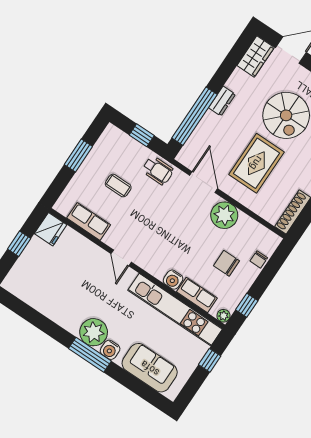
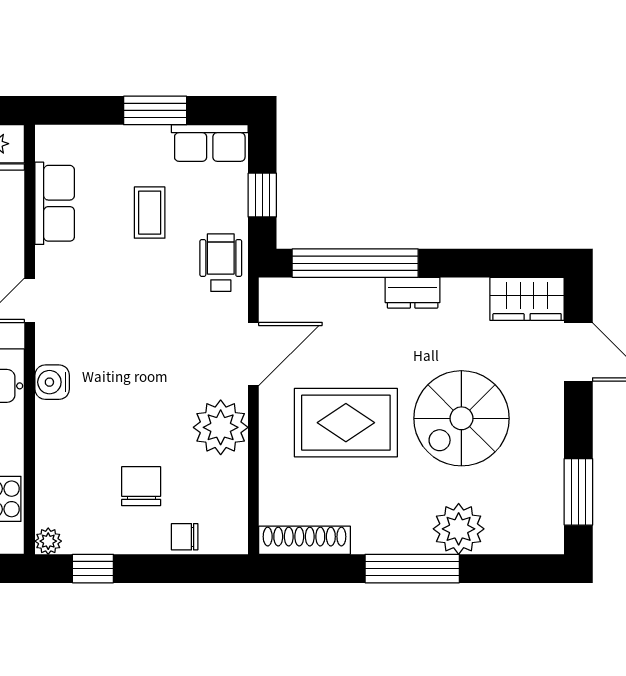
wheelchair: (158, 170) -> (221, 263), turned 180
water cooler: (173, 280) -> (52, 382), moved
row of seats: (197, 295) -> (210, 143), moved, turned 90

